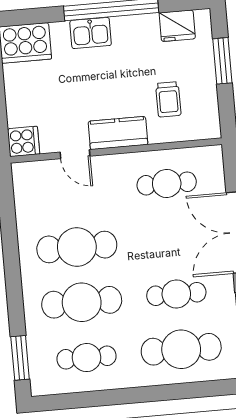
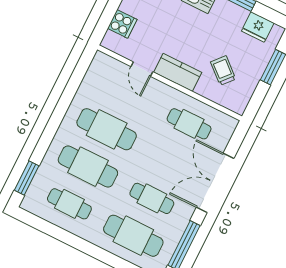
trolley: (168, 99) -> (223, 71), turned 131
cooker: (24, 141) -> (122, 24), moved

